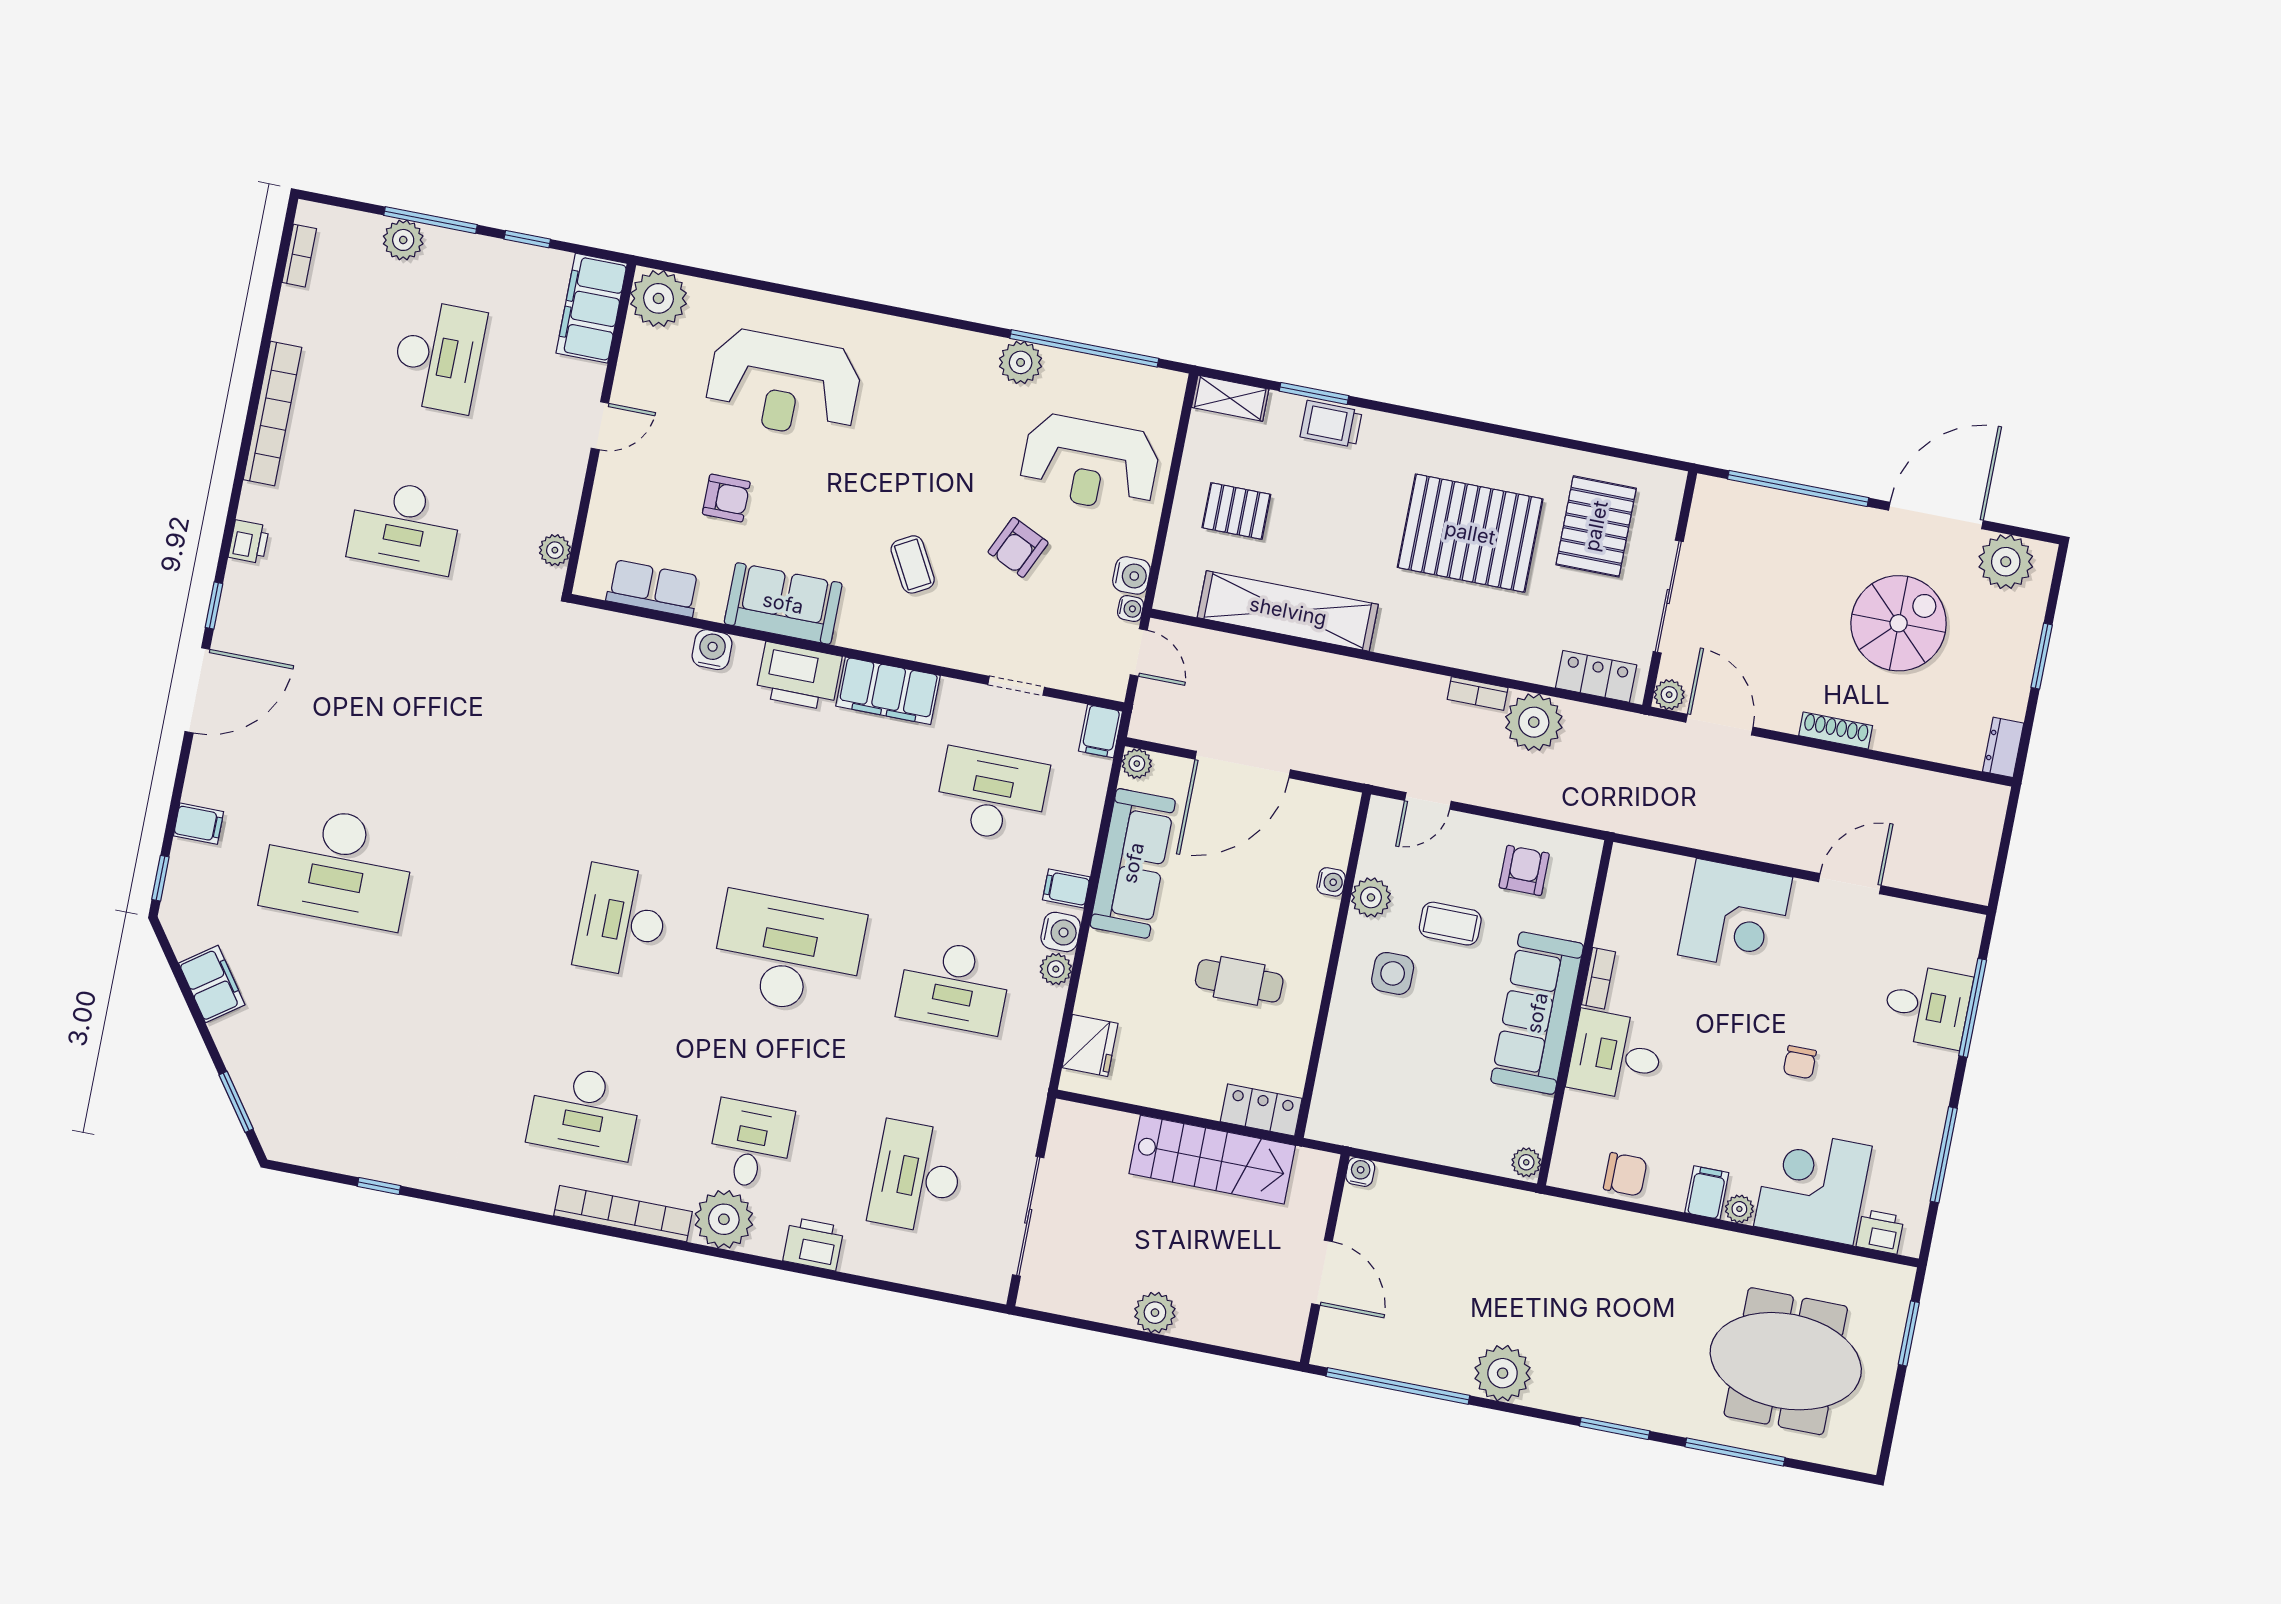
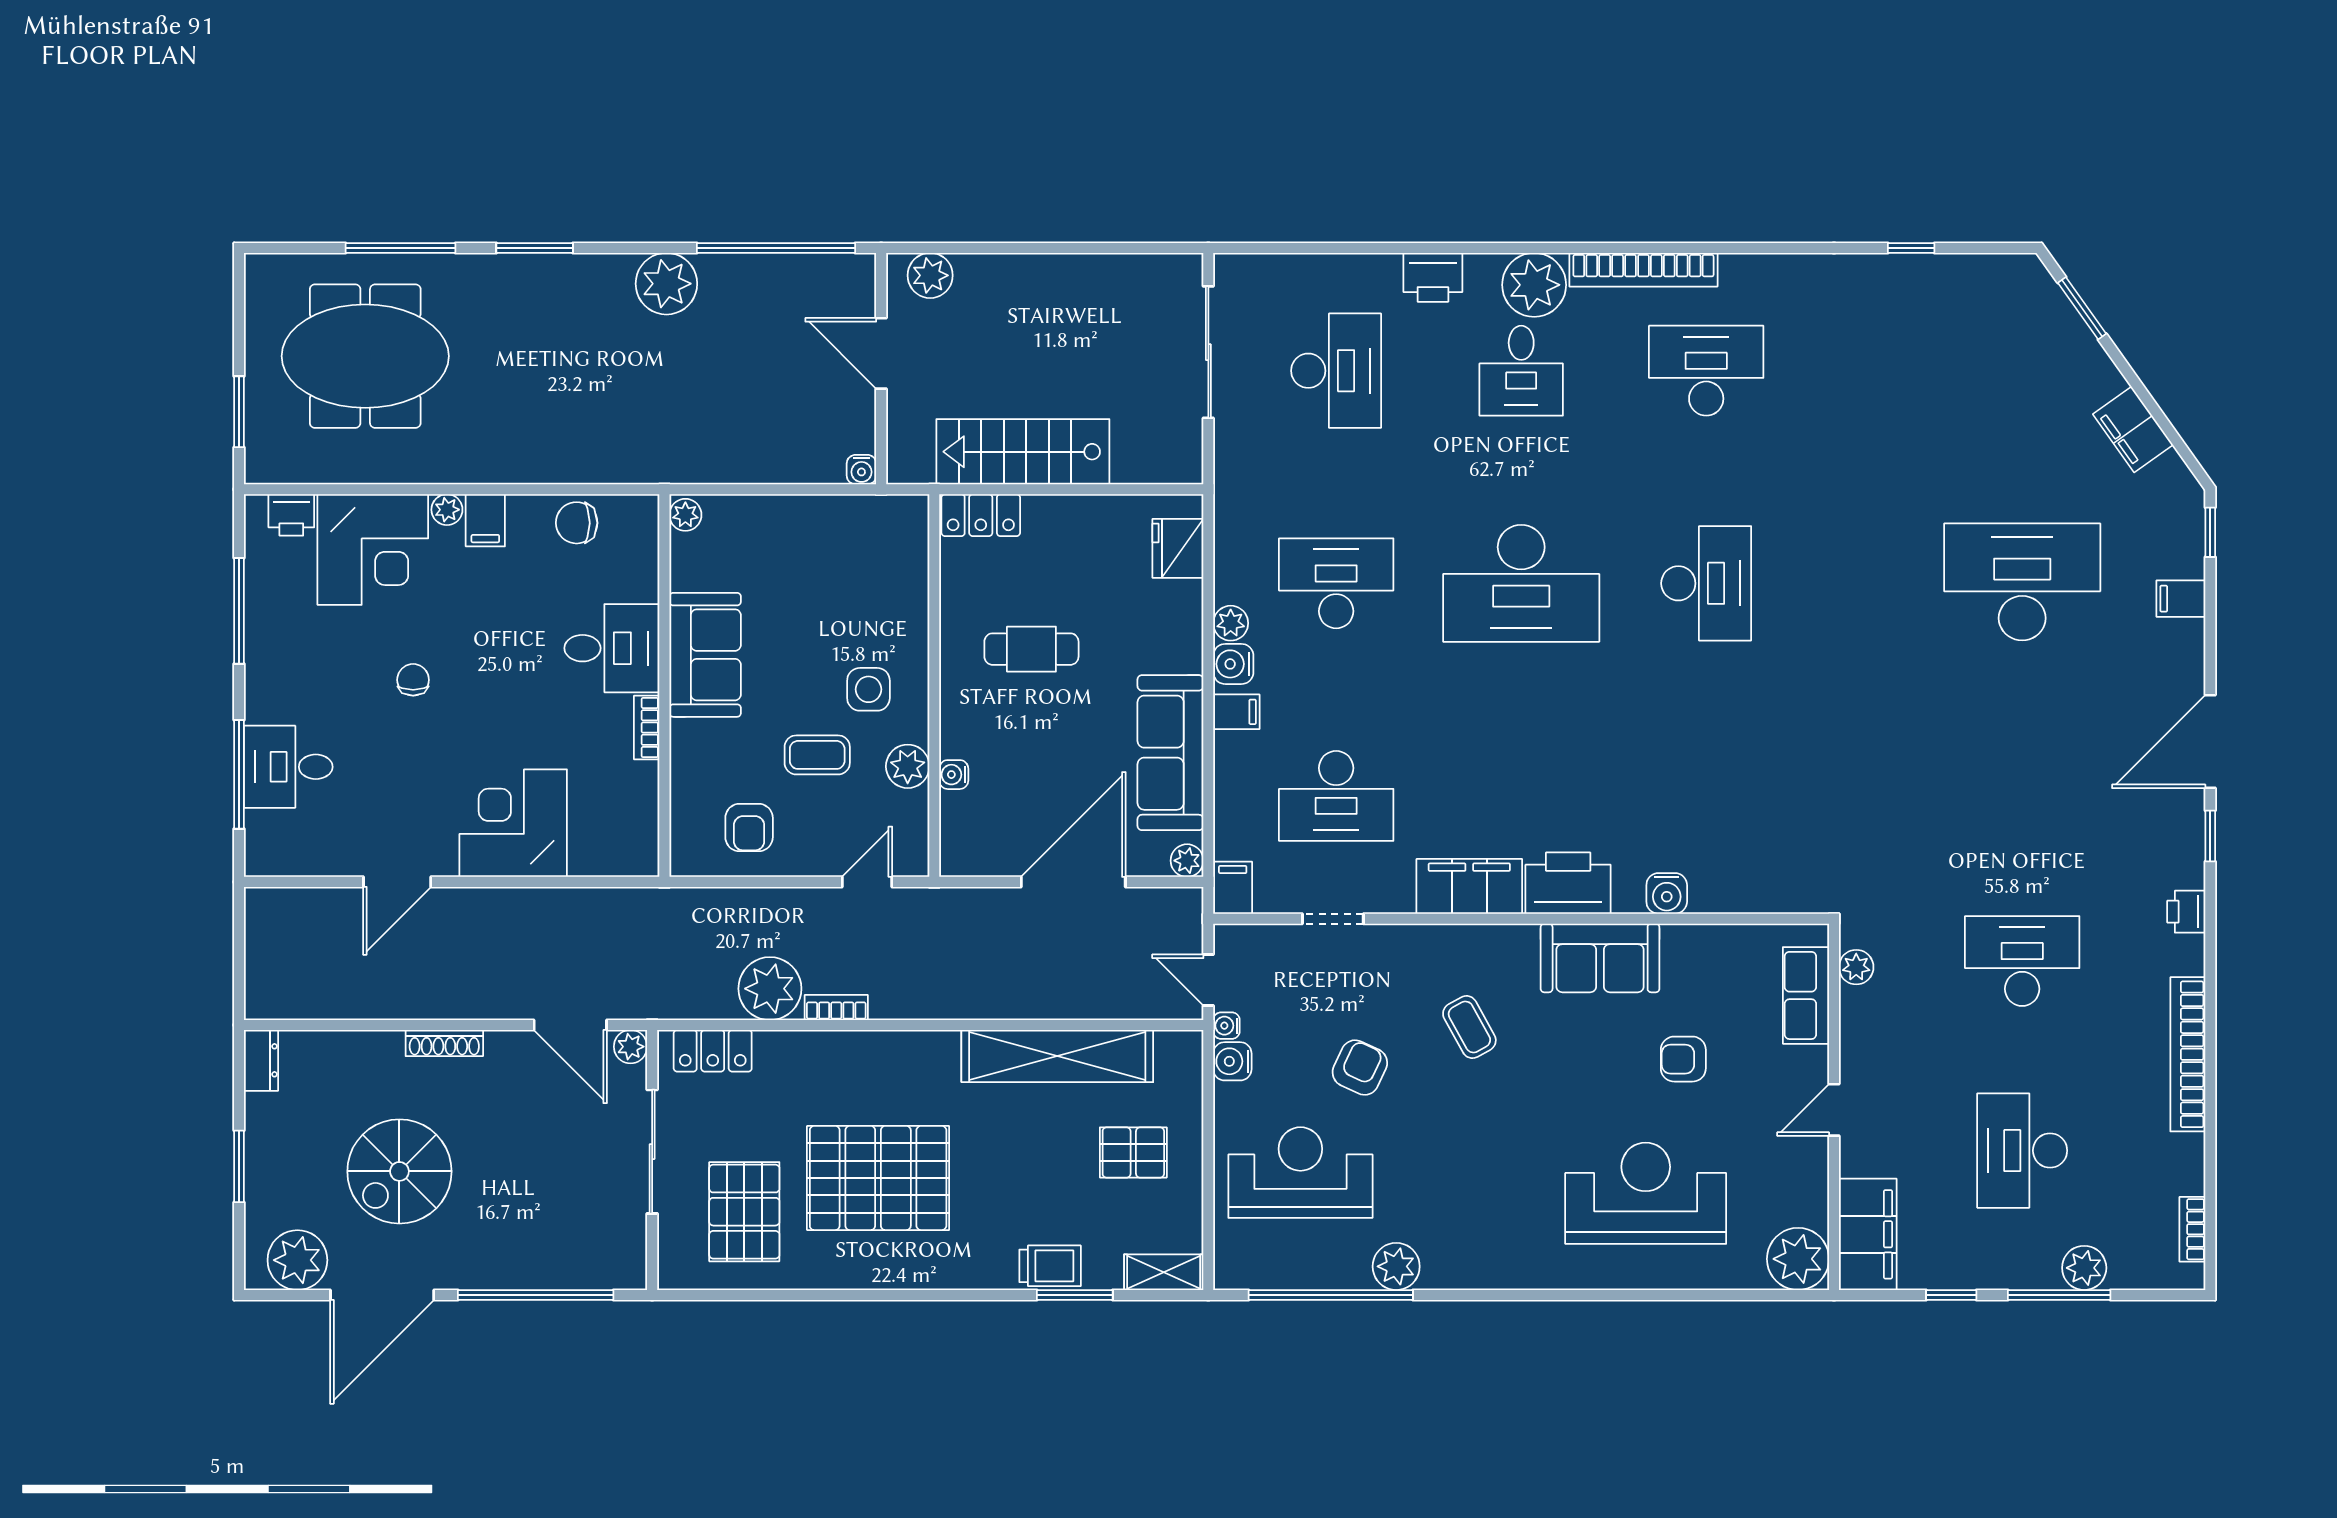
row of seats: (653, 588) -> (1806, 995), moved, turned 90
sofa: (1537, 1013) -> (705, 655), width x0.73
plant: (1155, 1313) -> (930, 275), moved

